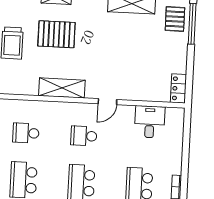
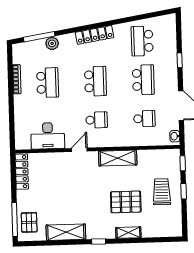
locker: (179, 88) -> (22, 172), width x1.53
desk: (150, 122) -> (48, 136), width x1.37

